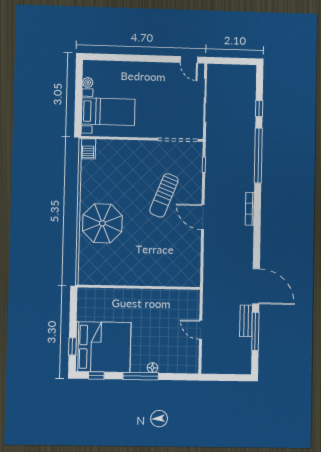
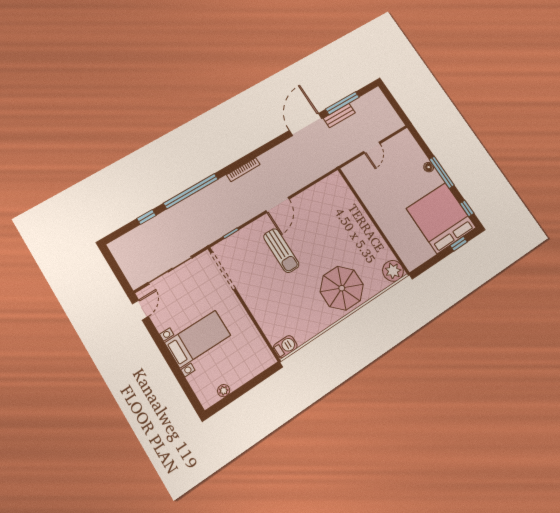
bed with nightstands: (108, 112) -> (198, 339), moved, turned 90
sun lounger: (164, 195) -> (281, 251), turned 69
plant: (88, 275) -> (393, 271), added

